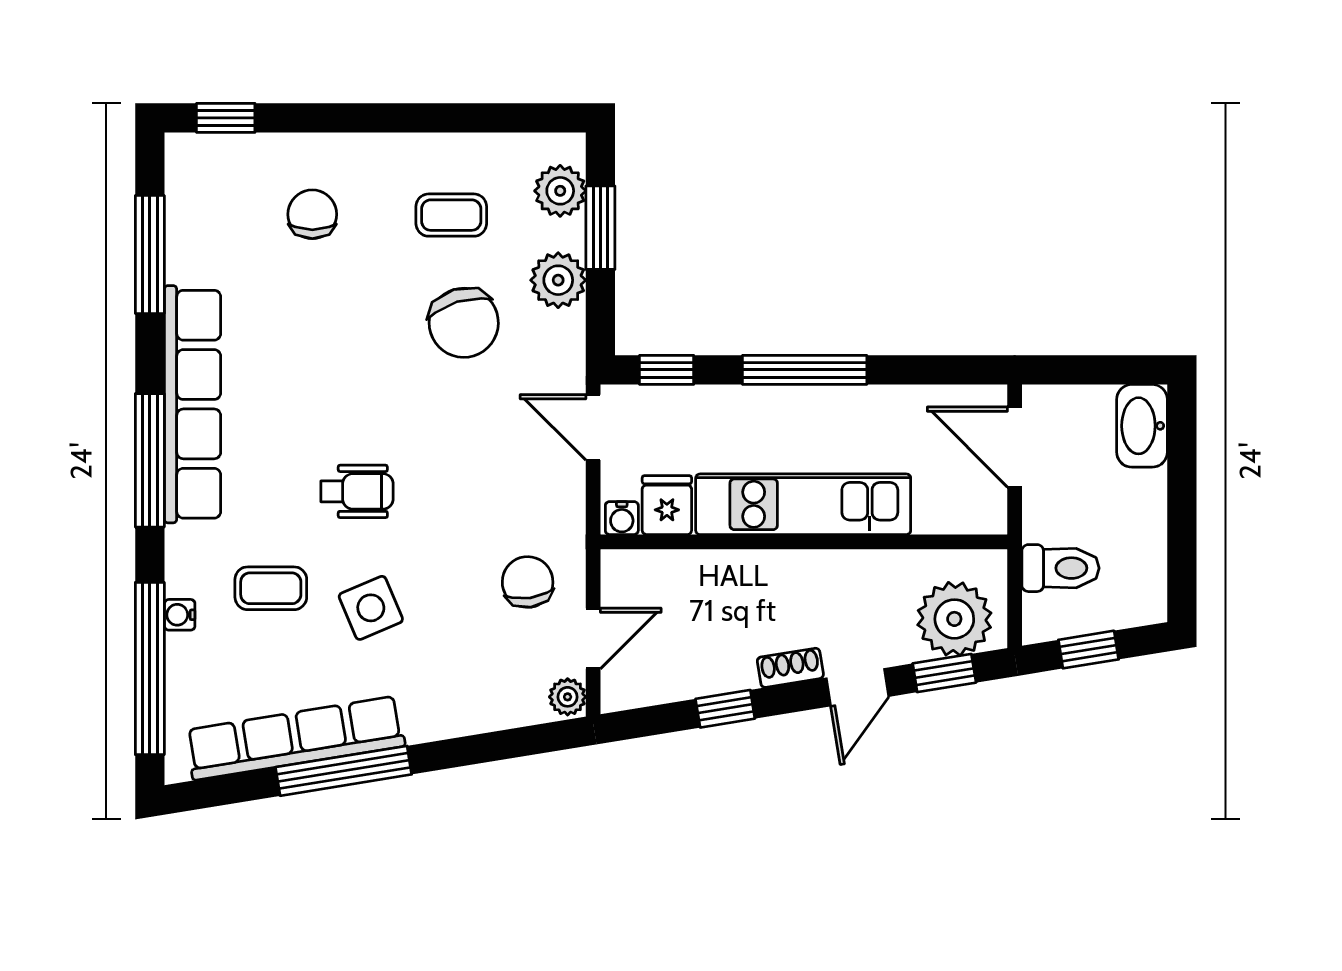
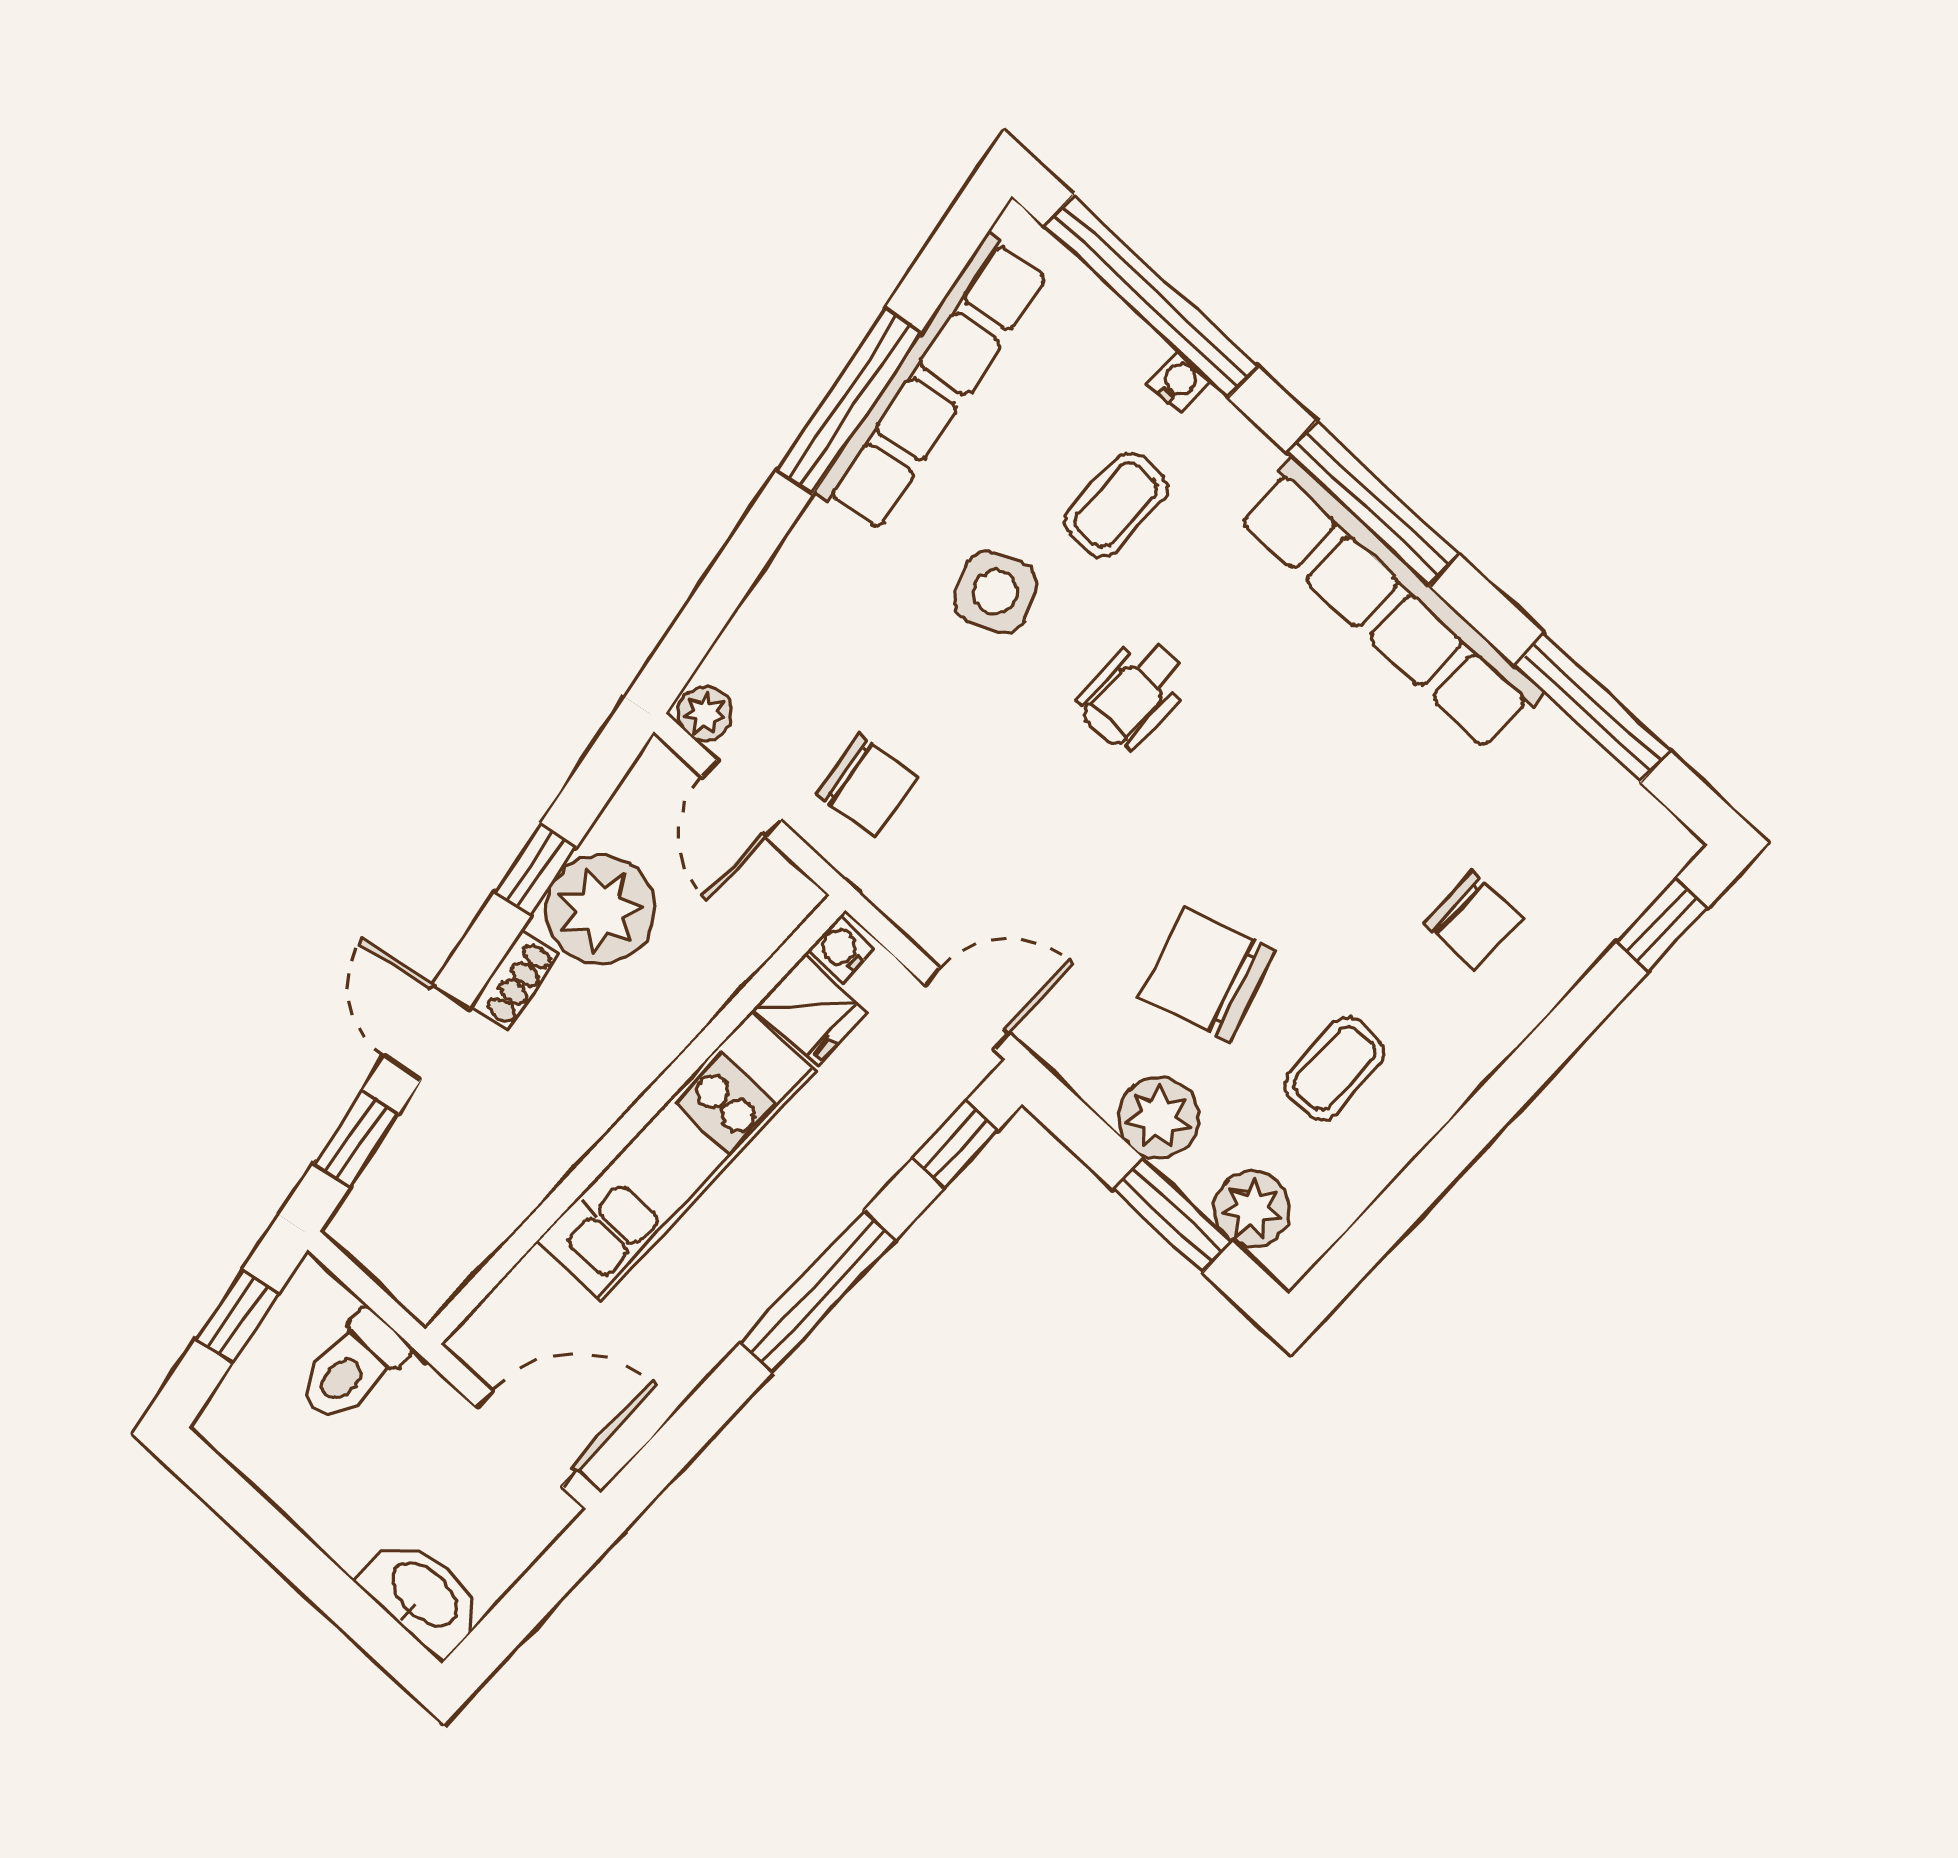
plant: (954, 619) -> (600, 909), moved

